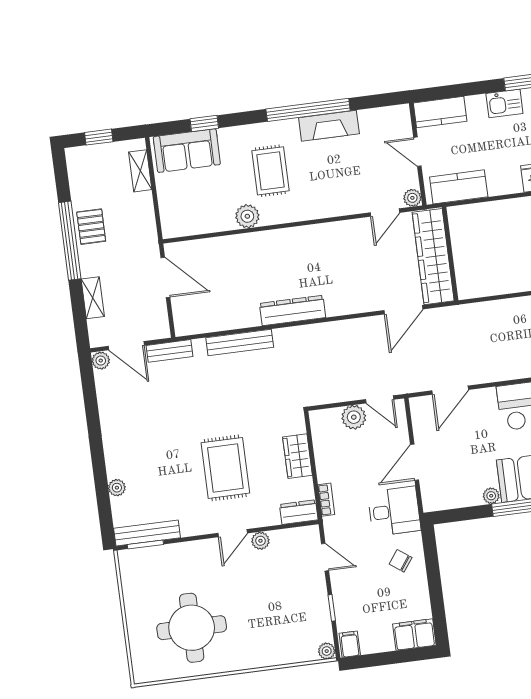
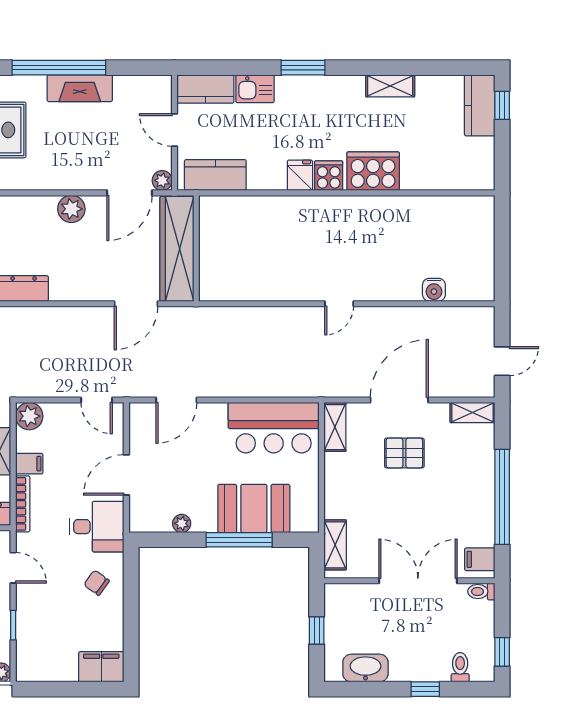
kitchen sink: (504, 103) -> (255, 89), moved
door: (385, 213) -> (129, 193), width x1.38
plant: (335, 233) -> (71, 209), added
plant: (354, 417) -> (29, 416), moved
plant: (491, 496) -> (182, 523), moved
bookcase: (326, 500) -> (23, 504), width x1.56
filing cabinet: (350, 644) -> (29, 464), moved, turned 90

